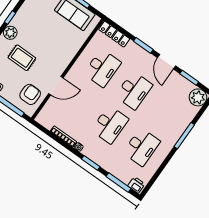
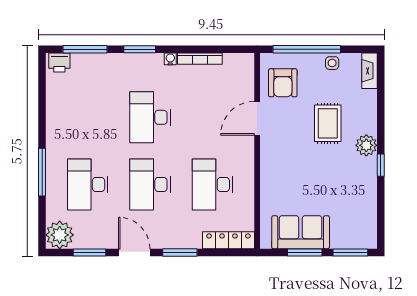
rug: (22, 58) -> (328, 123), turned 90
desk: (142, 147) -> (88, 184), moved

